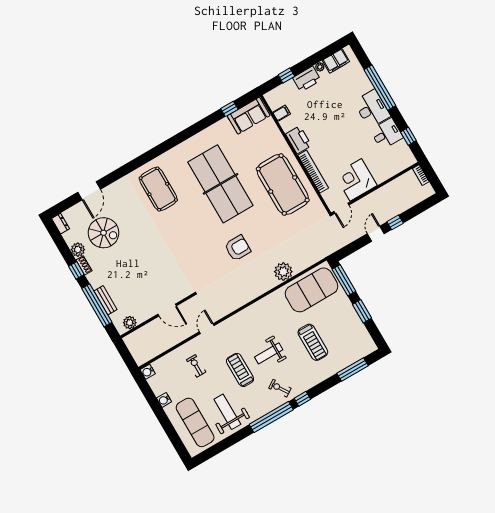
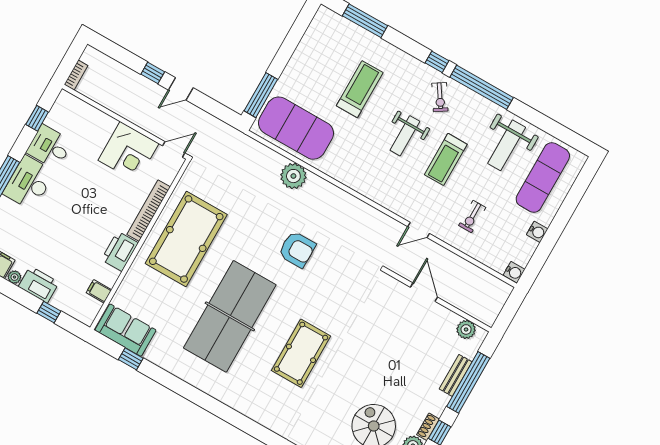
pool table: (158, 189) -> (301, 353), moved
armchair: (238, 248) -> (297, 249), turned 180
window: (362, 311) -> (286, 51), removed
weight bench: (269, 353) -> (405, 136), turned 90

